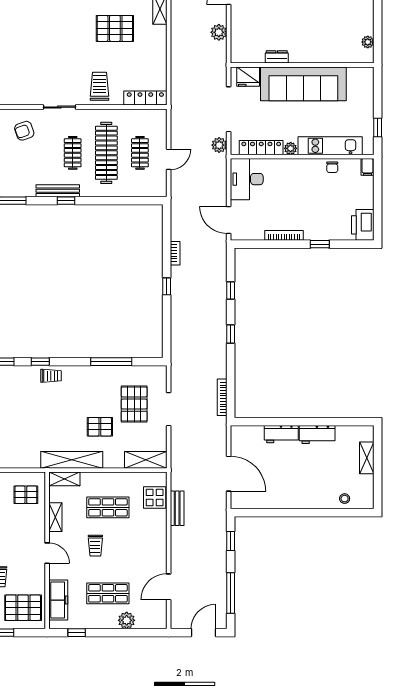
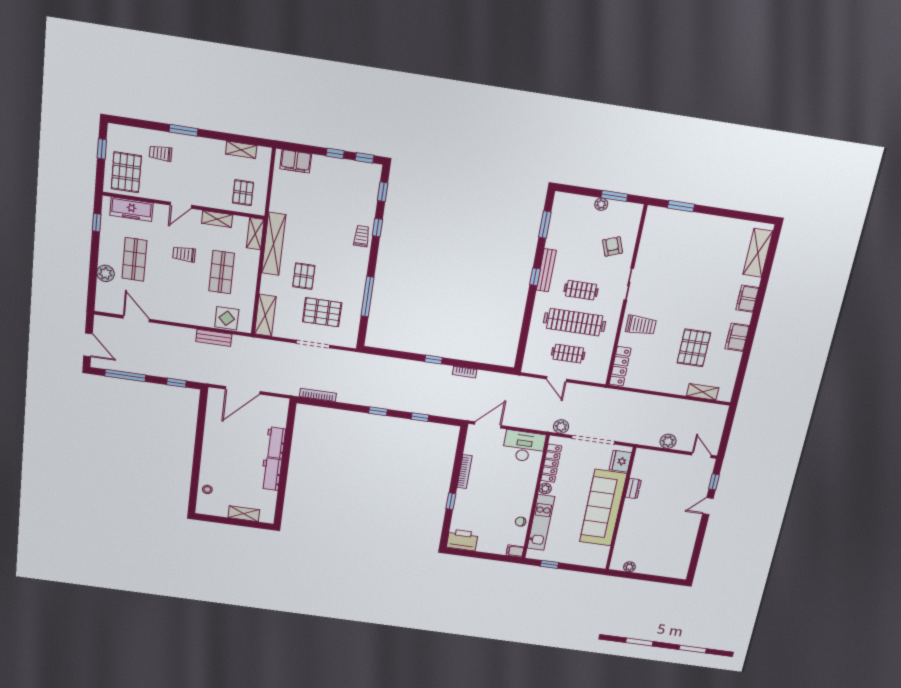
trolley: (51, 376) -> (362, 236), turned 180

